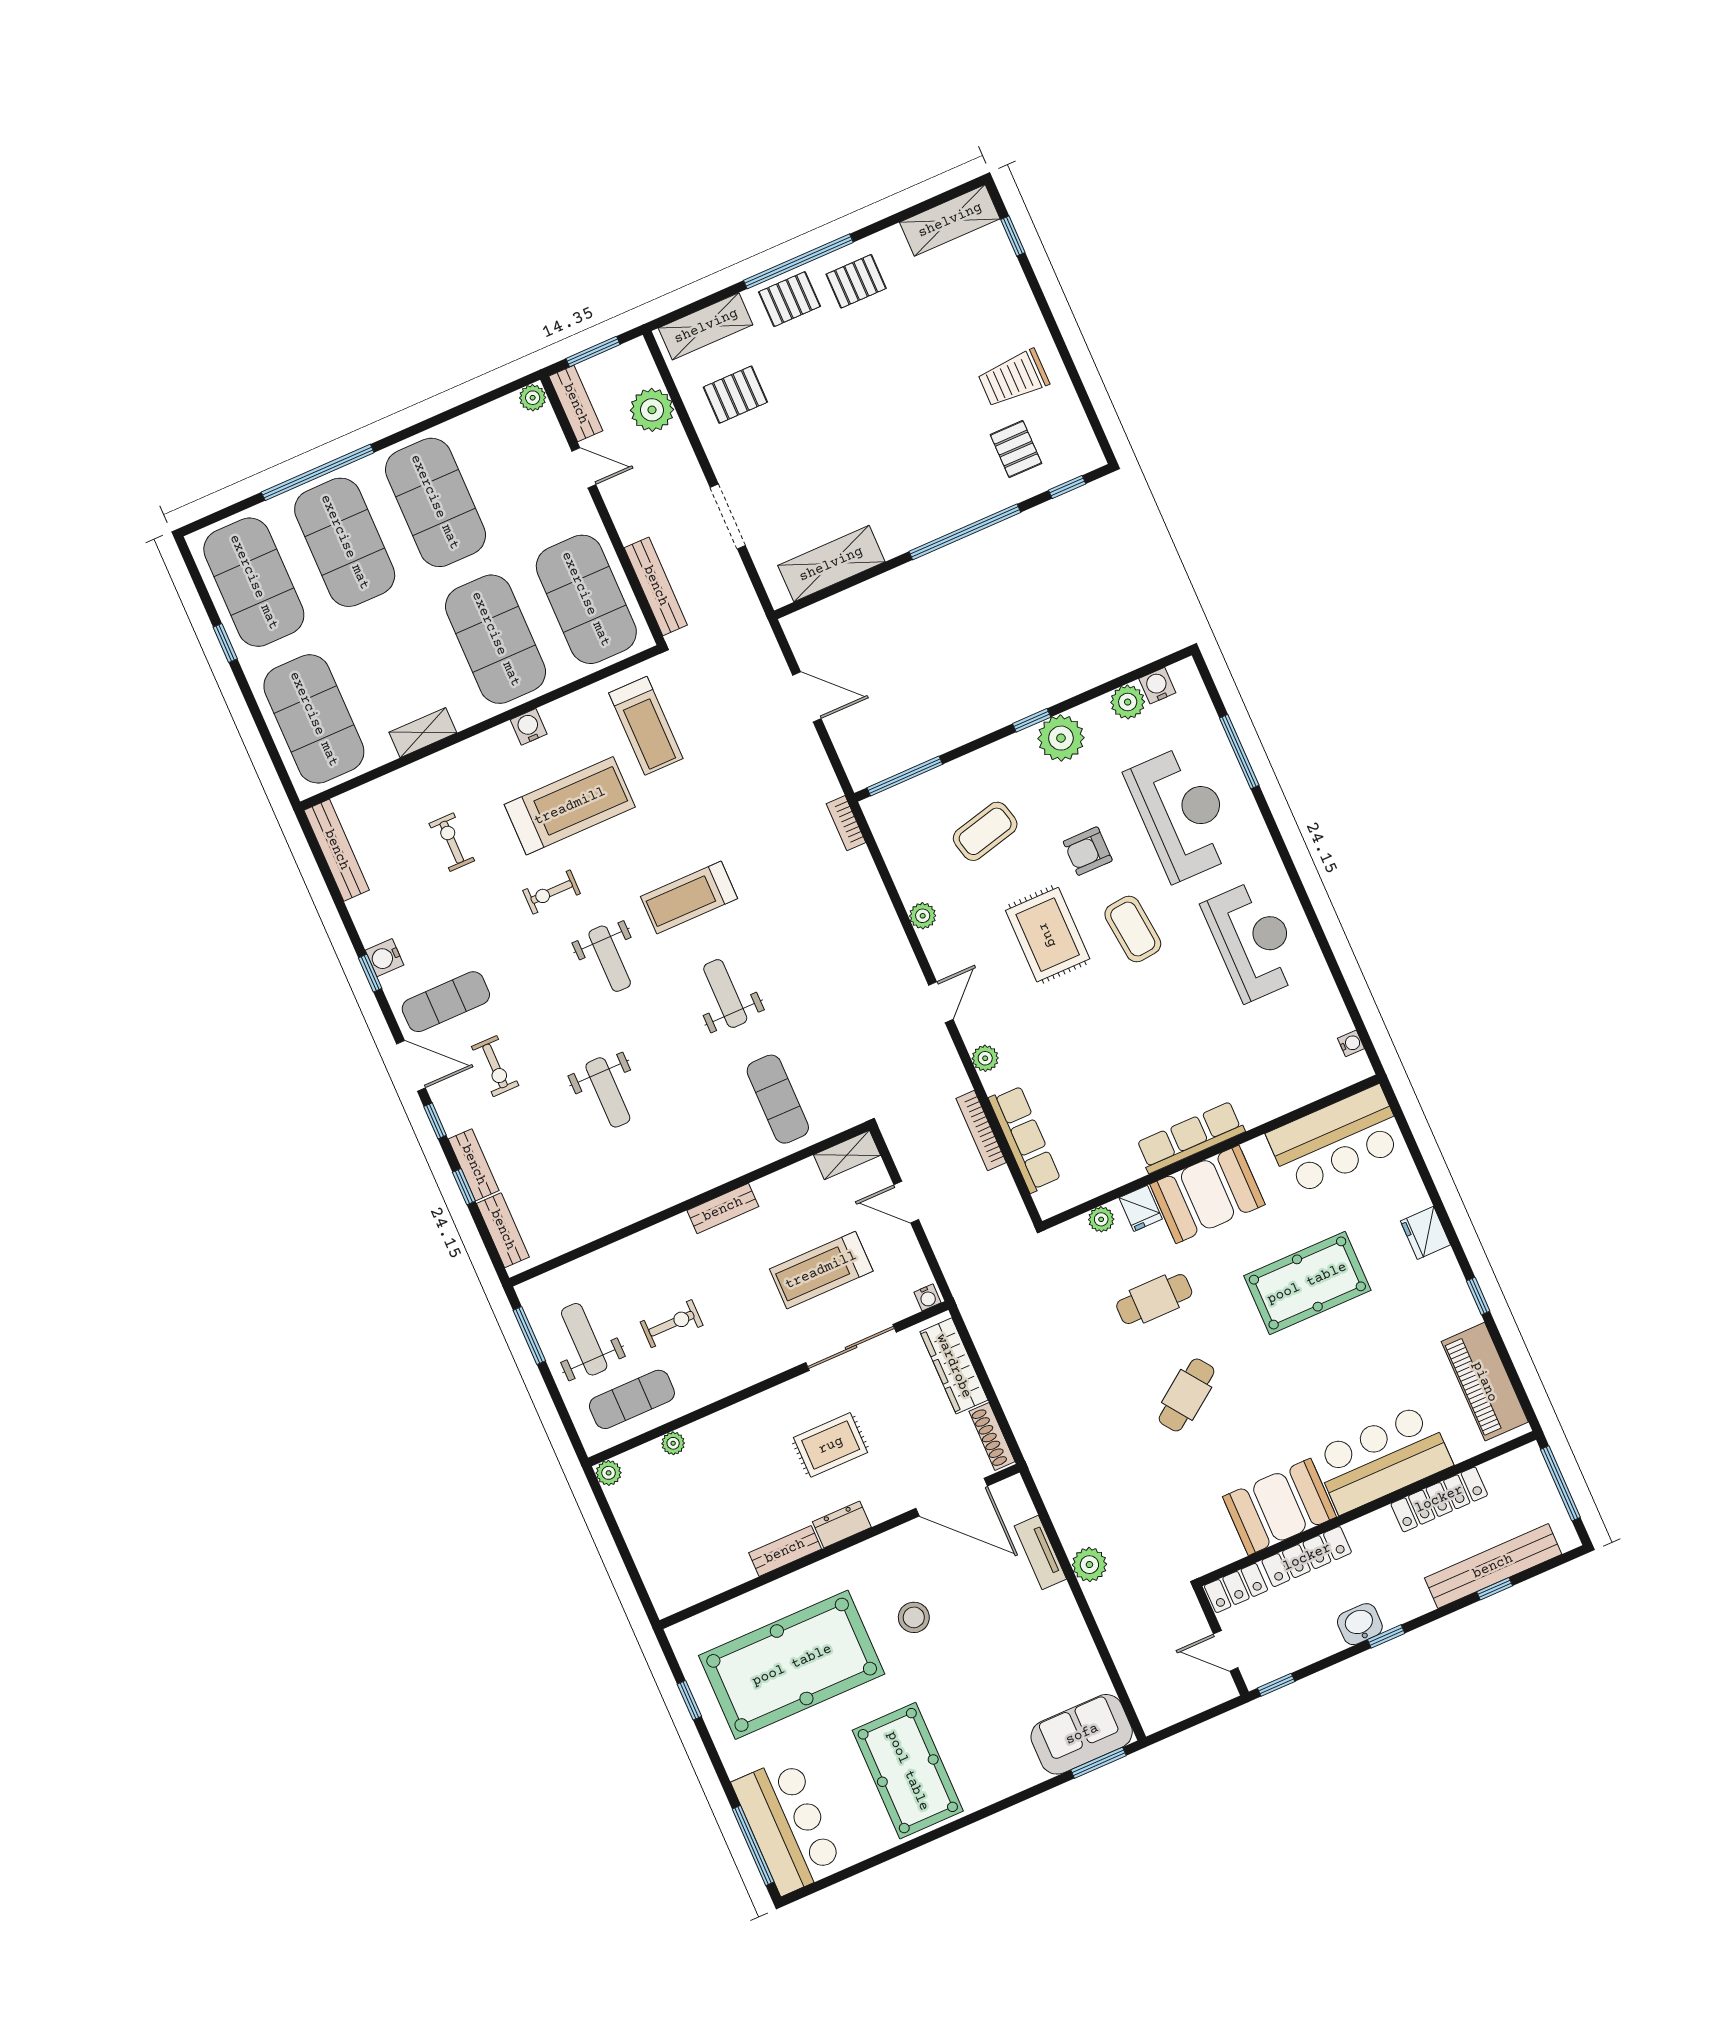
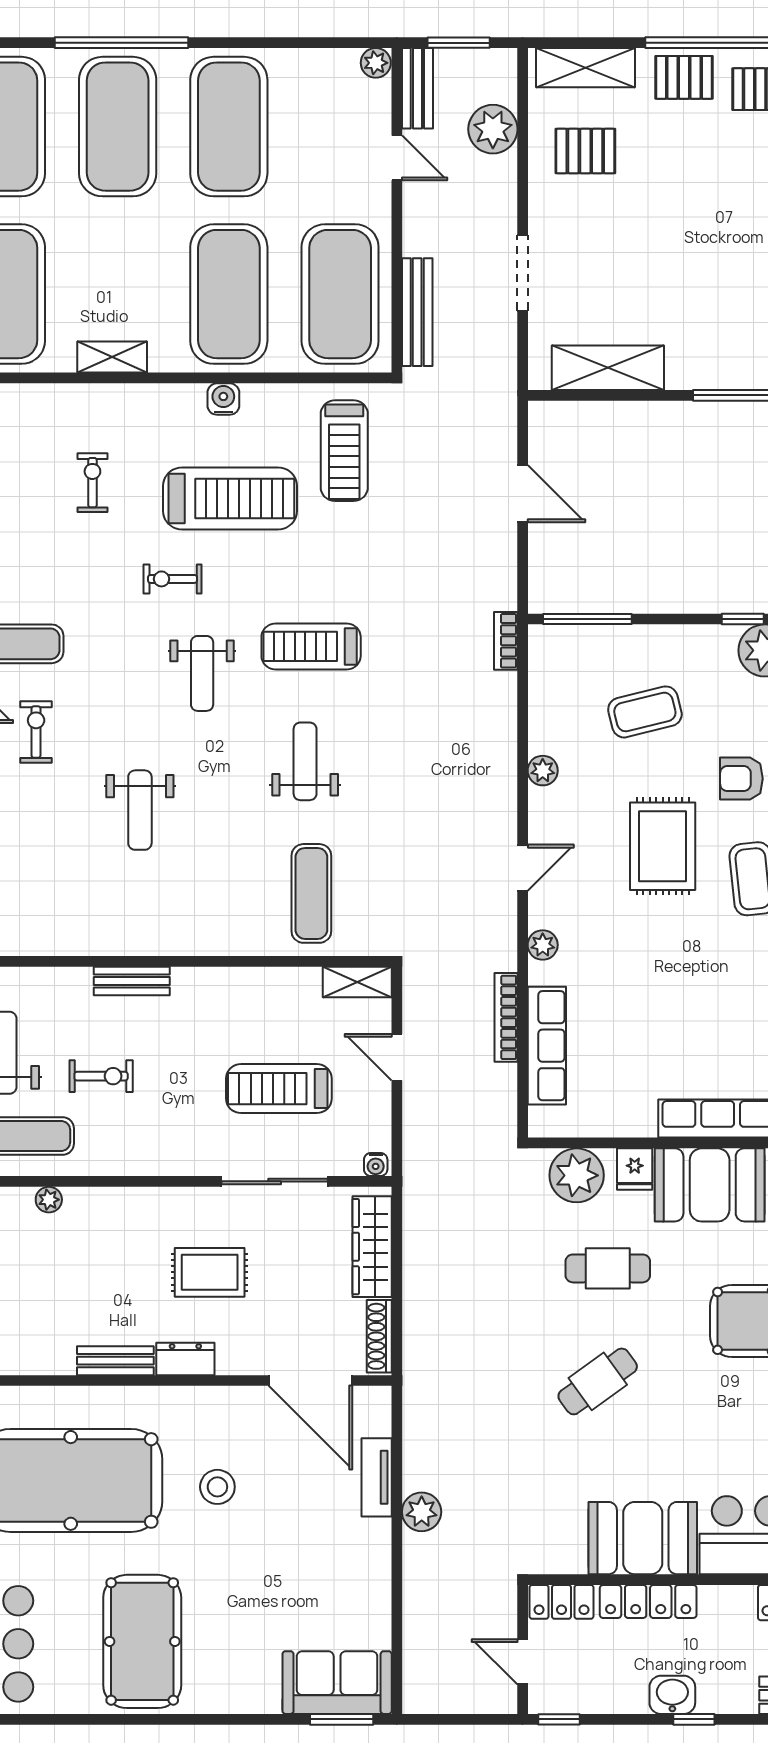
exercise bike: (495, 1066) -> (36, 732), turned 180
bench: (723, 1209) -> (132, 981), moved
plant: (1101, 1219) -> (577, 1175), width x1.88, depth x1.88

